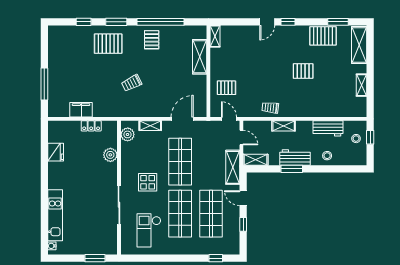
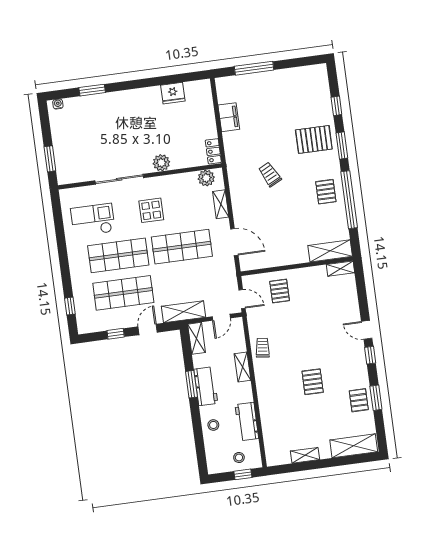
window: (338, 22) -> (376, 398), moved
pallet: (323, 36) -> (359, 400), width x0.67, depth x0.71
pallet: (152, 40) -> (326, 192), turned 90
pallet: (108, 44) -> (314, 139), turned 90
shelving: (200, 57) -> (330, 251), moved
door: (229, 119) -> (242, 299), hinge flipped
locker: (91, 126) -> (213, 151), moved
plant: (110, 155) -> (161, 163), moved
kitchen unit: (55, 215) -> (96, 103), removed
window: (44, 217) -> (92, 90), added

